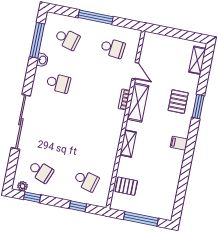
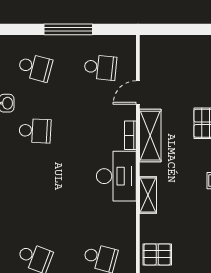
door: (135, 71) -> (138, 92), swing flipped
desk: (109, 126) -> (116, 176), added

